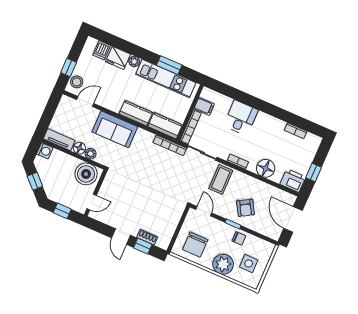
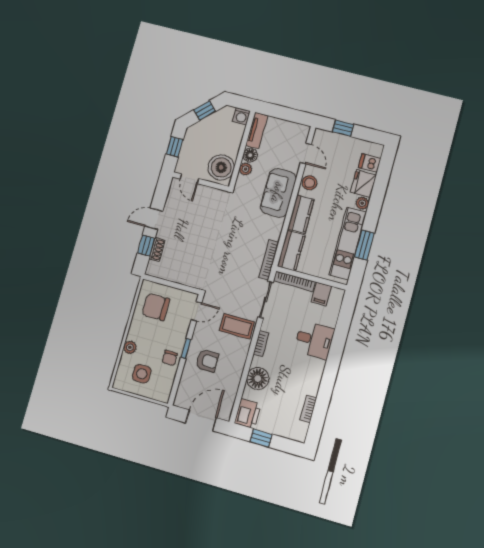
stool: (77, 82) -> (309, 183), moved
armchair: (245, 208) -> (207, 361), turned -150
plant: (223, 264) -> (130, 347), width x0.53, depth x0.53

